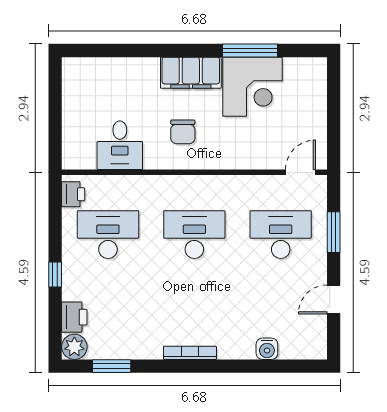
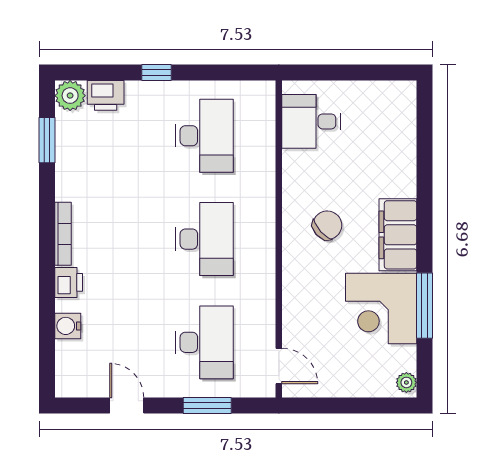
plant: (314, 66) -> (406, 382), added
chair: (183, 132) -> (327, 225), turned 138
desk: (120, 145) -> (311, 121), moved
printer: (73, 194) -> (69, 282), moved, turned -90

